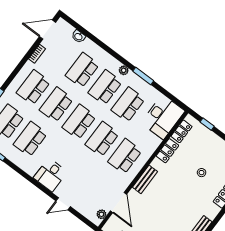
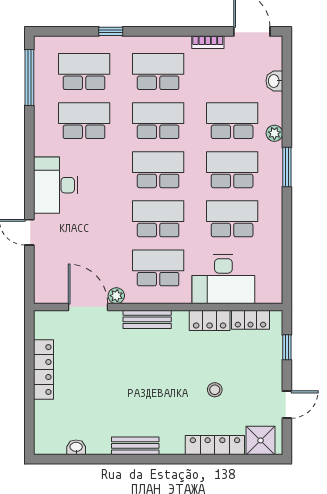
plant: (124, 70) -> (274, 133), moved
window: (143, 76) -> (287, 167), moved
desk: (163, 117) -> (223, 279), moved
desk: (50, 175) -> (56, 185), width x1.37
door: (118, 203) -> (88, 307), swing flipped
plant: (101, 214) -> (116, 296), moved

